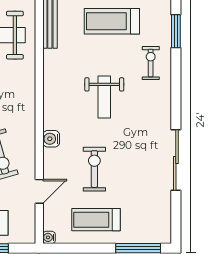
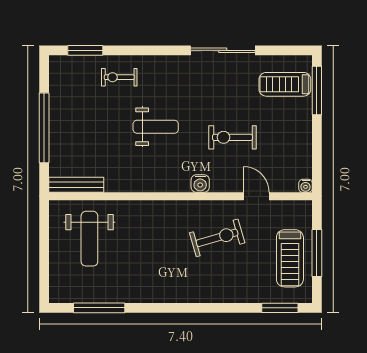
treadmill: (112, 21) -> (75, 119), removed
treadmill: (96, 220) -> (285, 84), moved, turned 90

